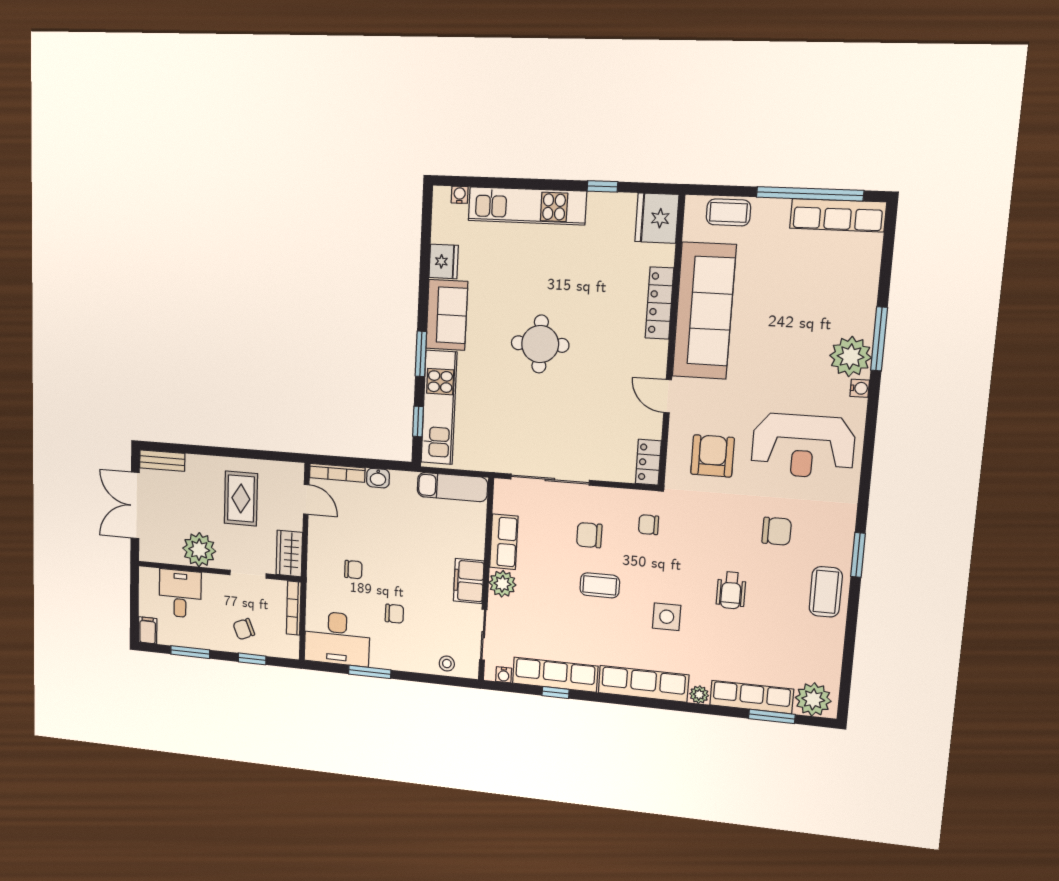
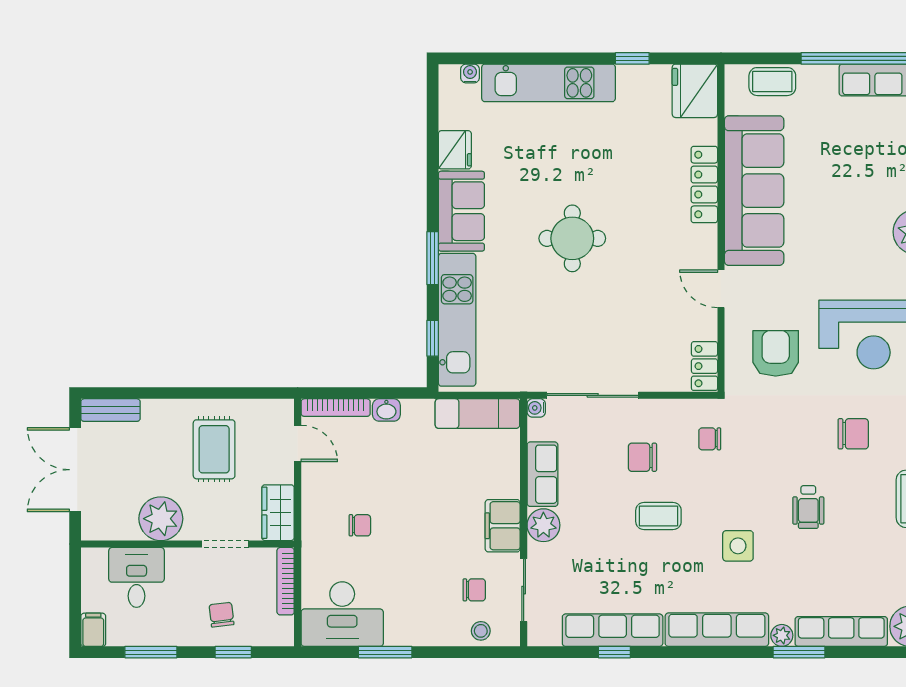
chair: (394, 614) -> (474, 590), moved
chair: (244, 629) -> (221, 615), turned 106
water cooler: (504, 675) -> (536, 408), moved, turned 90
window: (772, 716) -> (799, 652), moved

